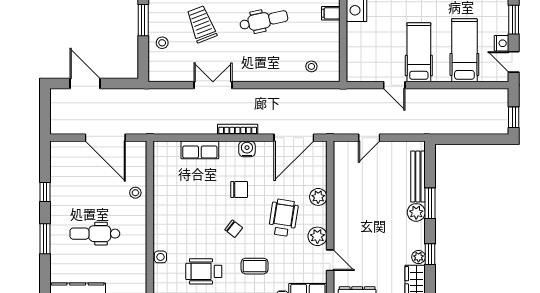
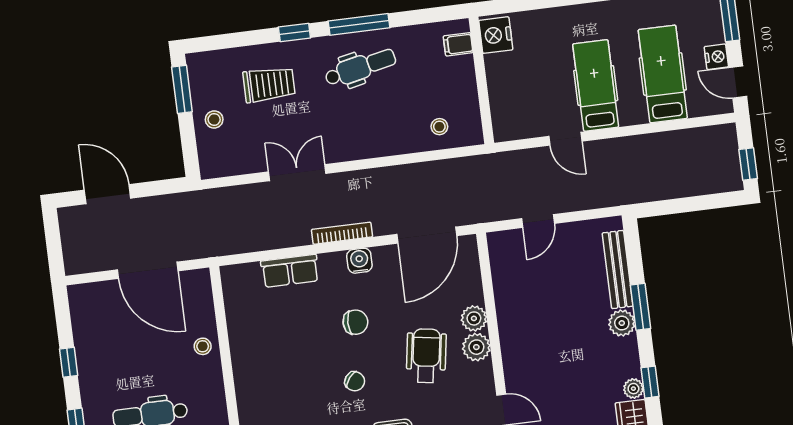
trolley: (202, 24) -> (269, 85), turned 111
plant: (317, 236) -> (476, 347), moved

